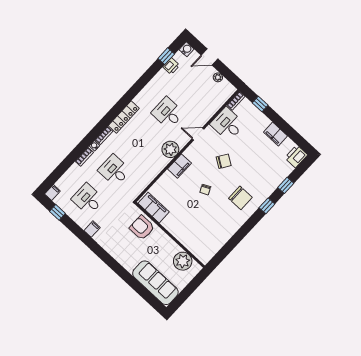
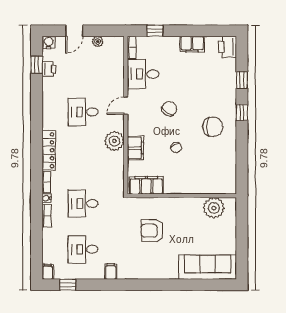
filing cabinet: (154, 208) -> (146, 185), moved
wall: (170, 235) -> (182, 196), moved
plant: (183, 261) -> (214, 208), moved

